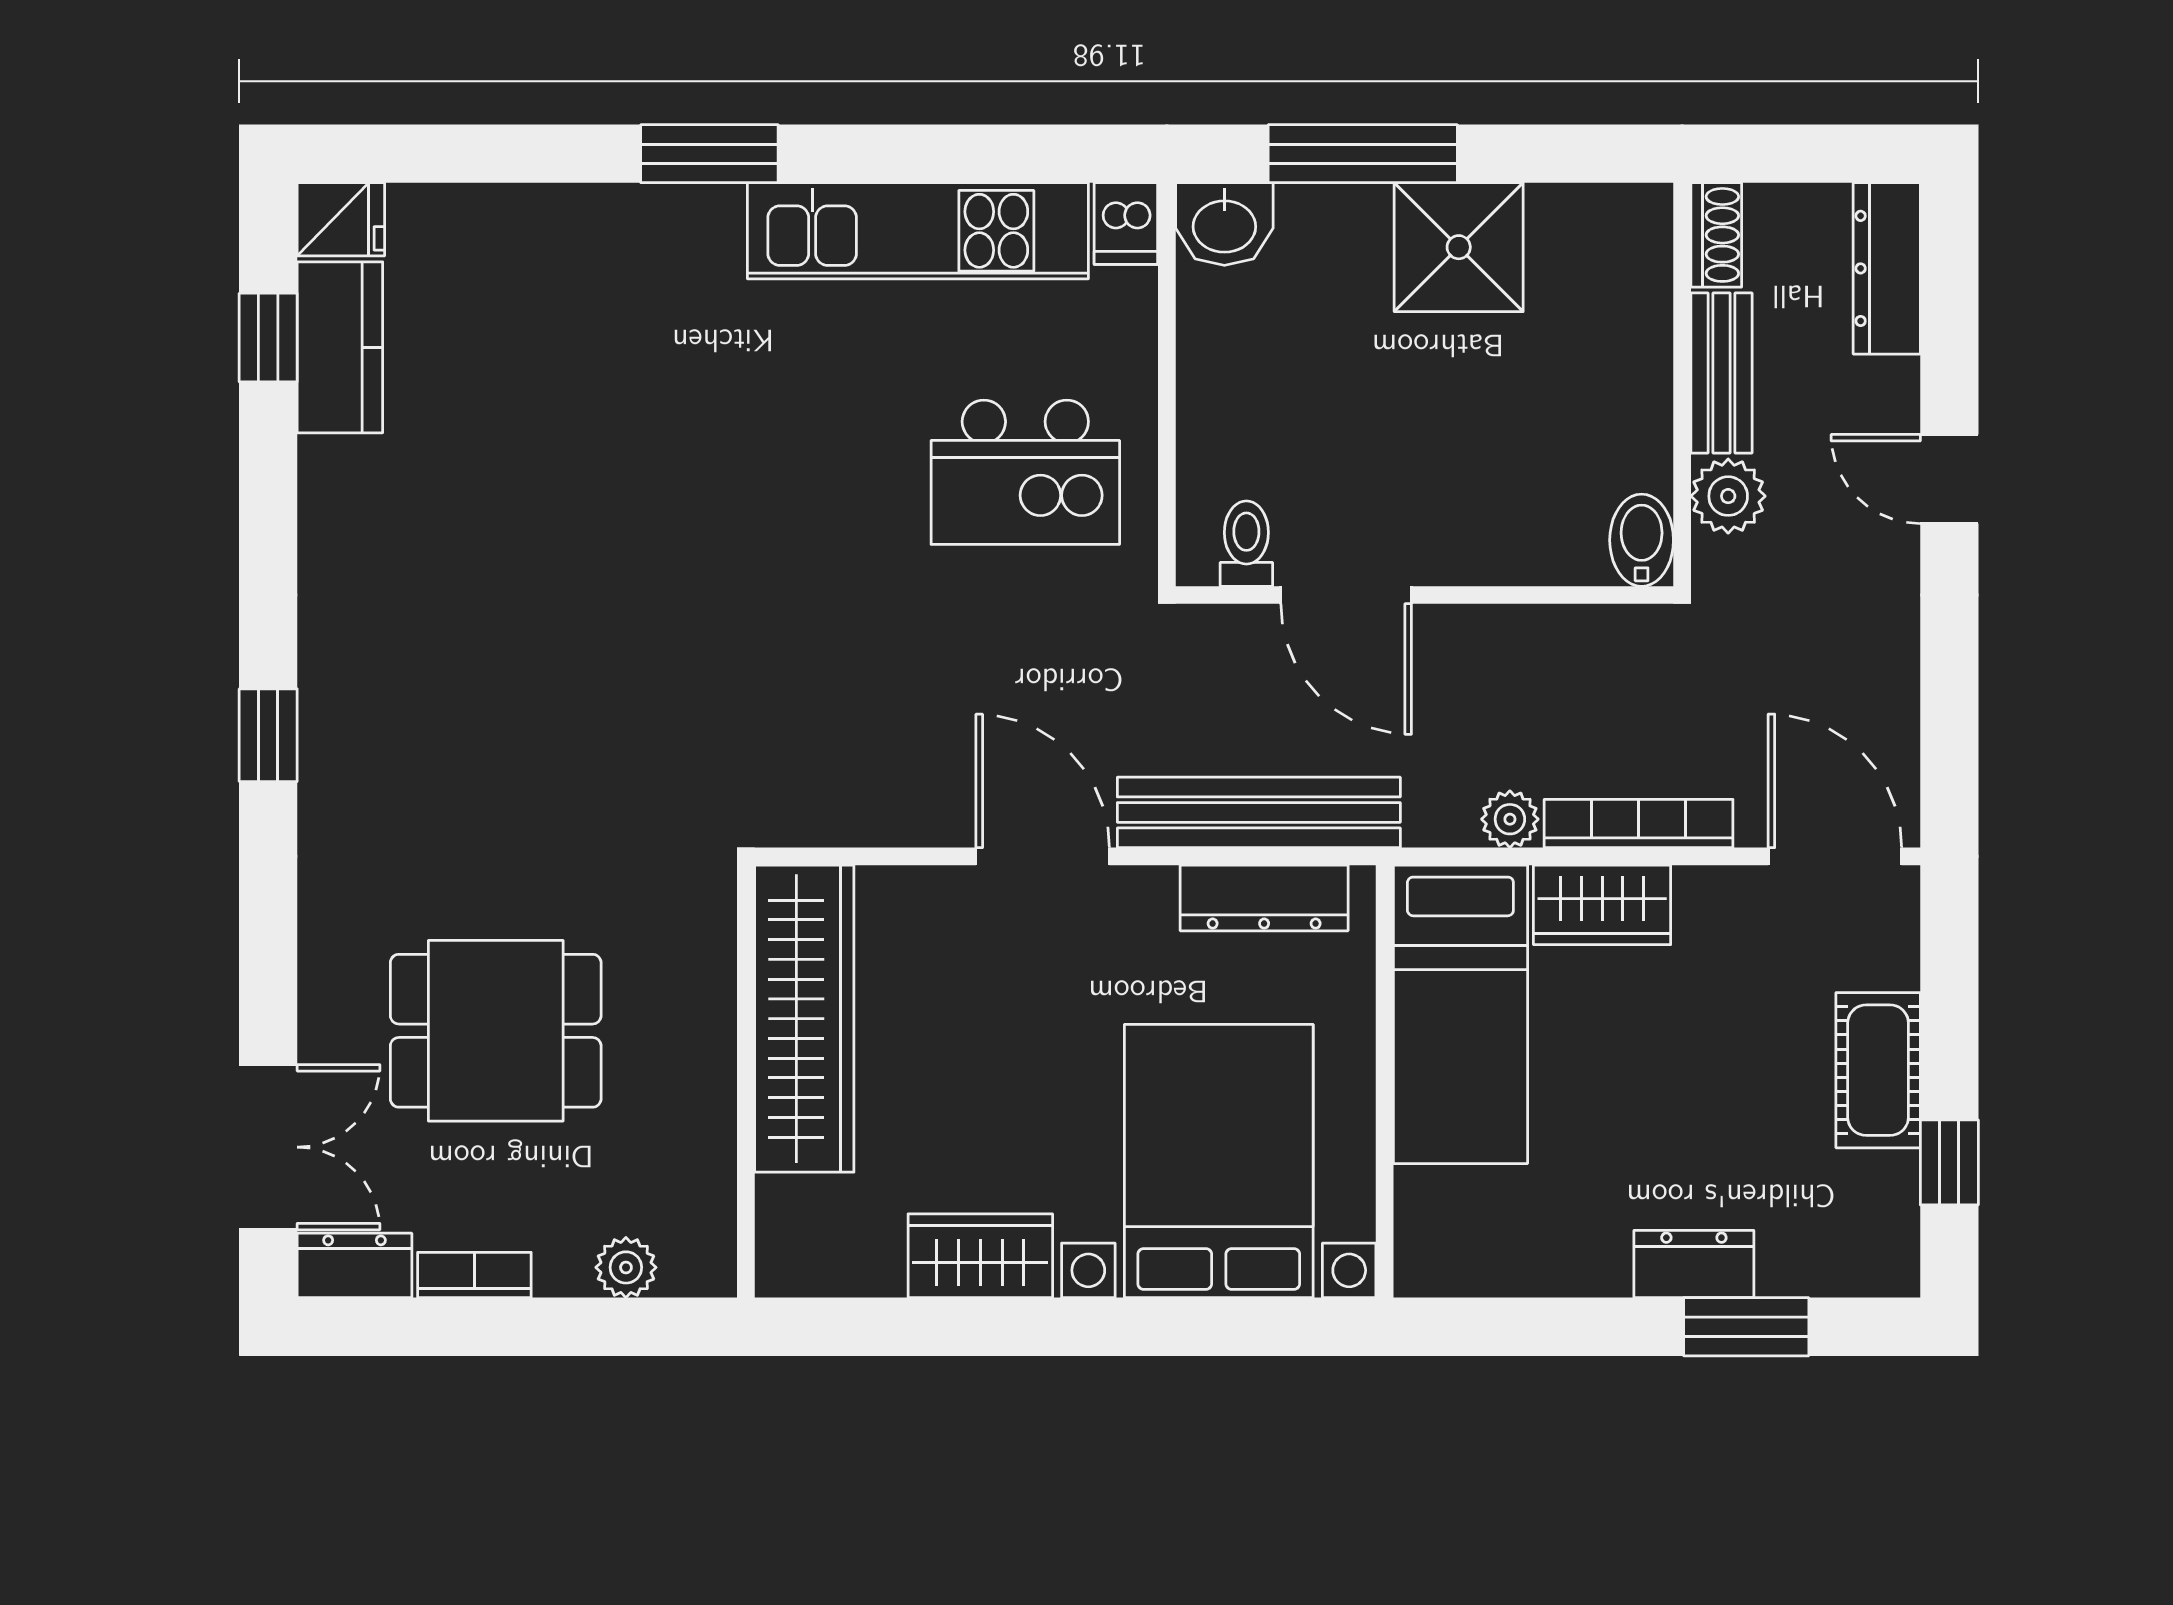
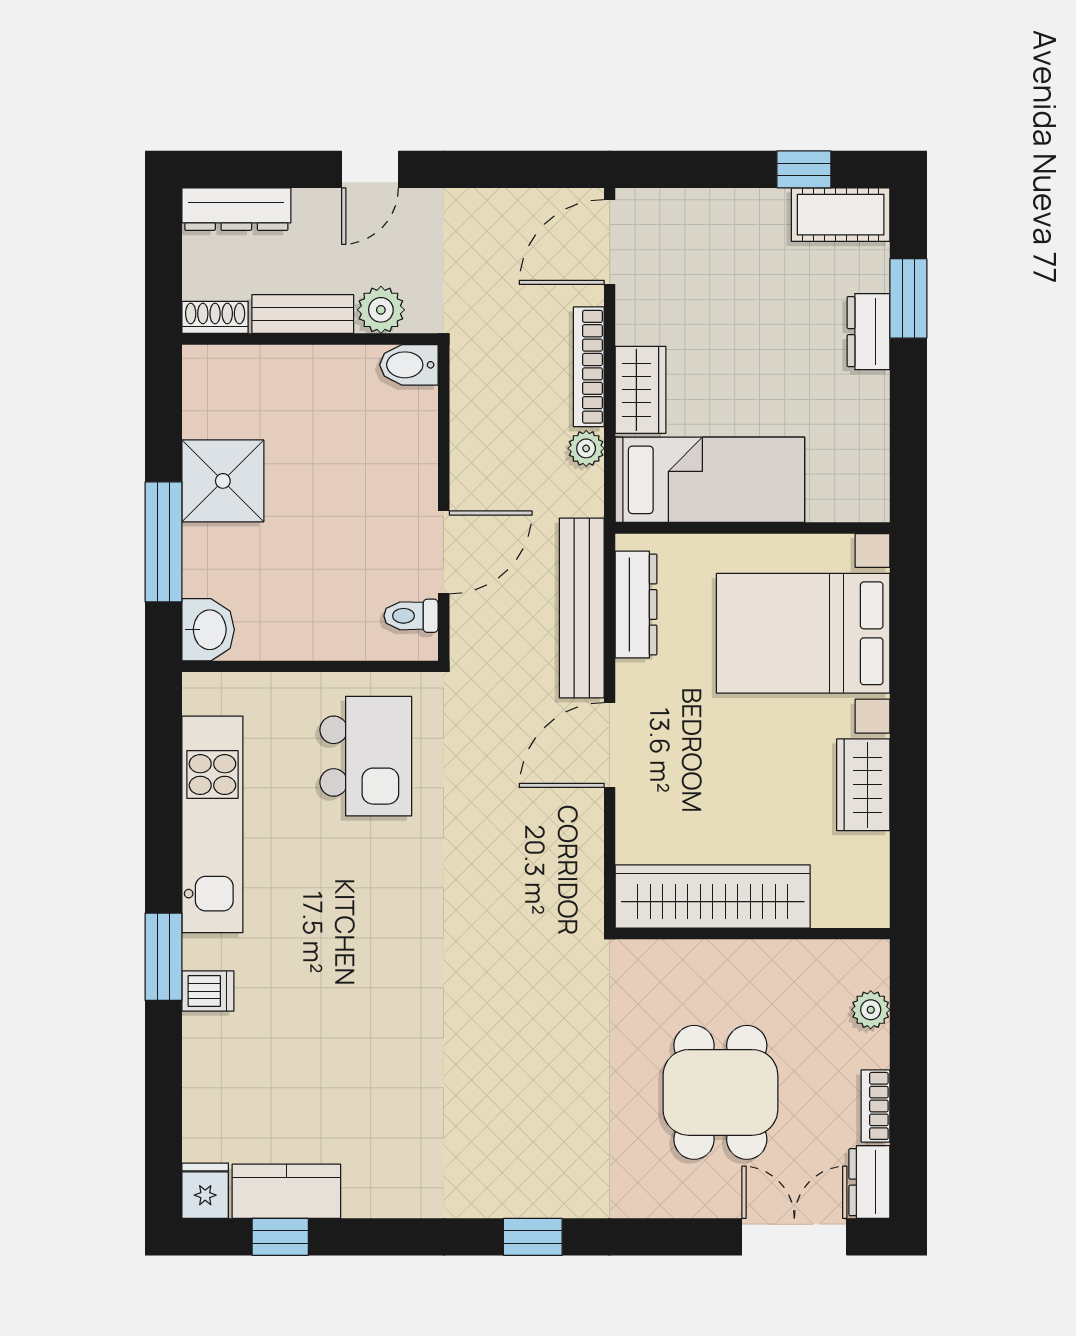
dishwasher: (1126, 224) -> (208, 991), moved
cot: (1878, 1070) -> (841, 215), moved

